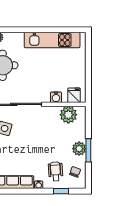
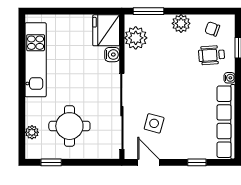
fridge: (74, 95) -> (106, 30), width x1.88, depth x1.34
window: (88, 150) -> (149, 11), moved

